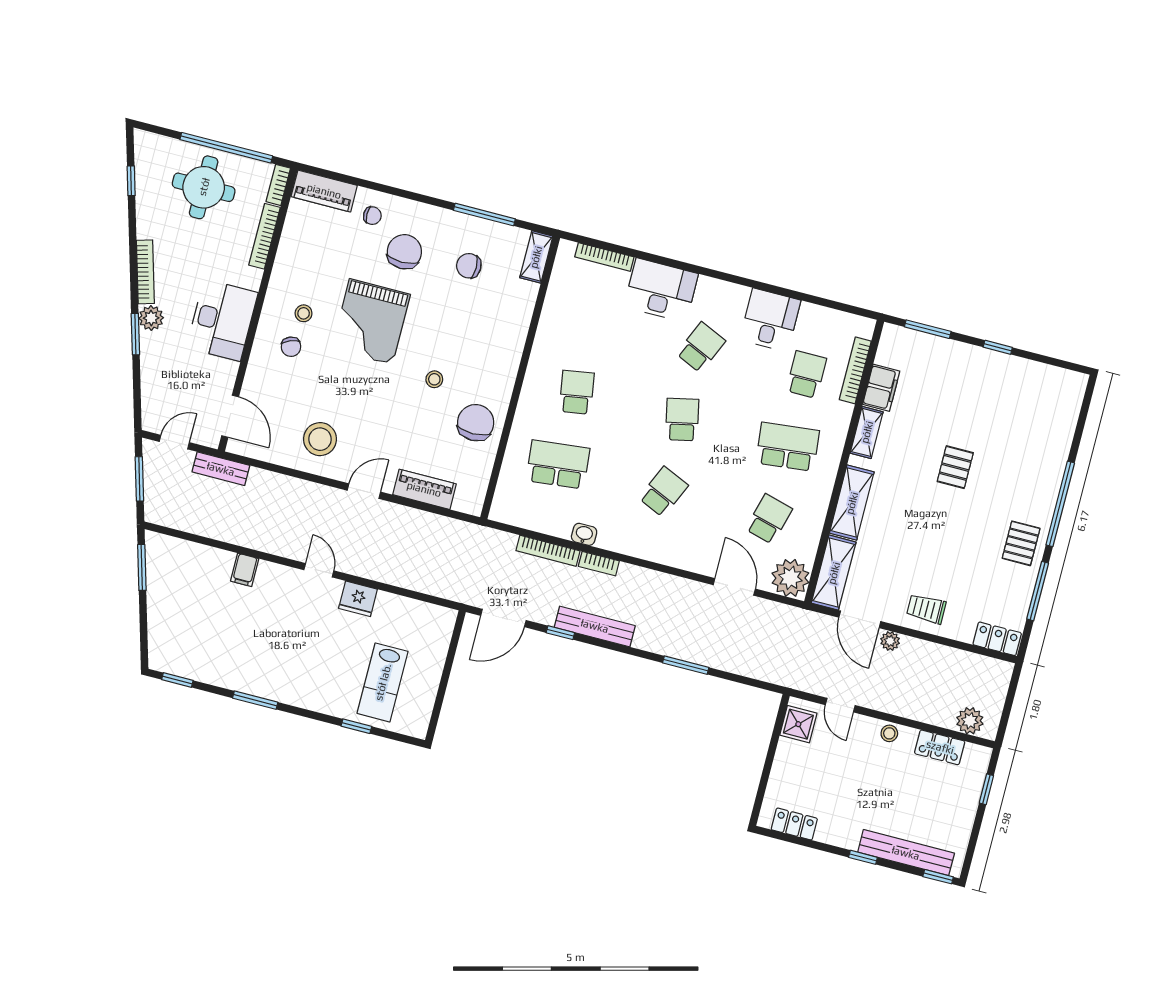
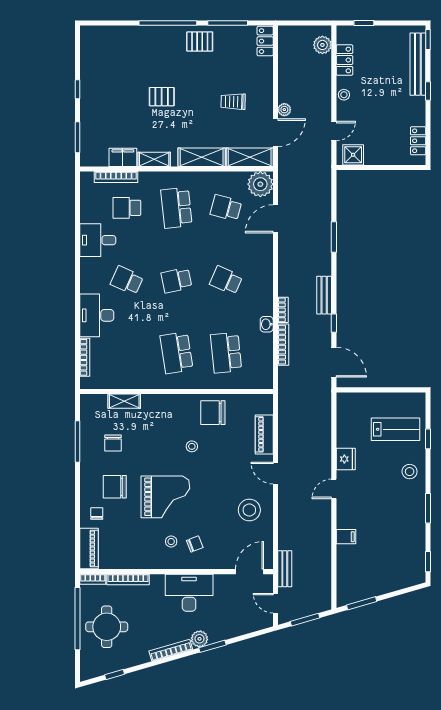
shelving: (536, 257) -> (124, 401), moved
school desk: (577, 392) -> (176, 353), width x1.85
trolley: (926, 609) -> (233, 102), moved, turned 91
bench: (595, 626) -> (324, 295), width x0.73
stool: (316, 687) -> (410, 472), added

